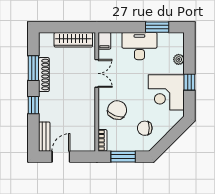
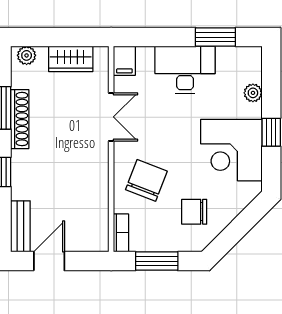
plant: (48, 38) -> (27, 55), added
wardrobe: (73, 40) -> (71, 59), width x0.67

